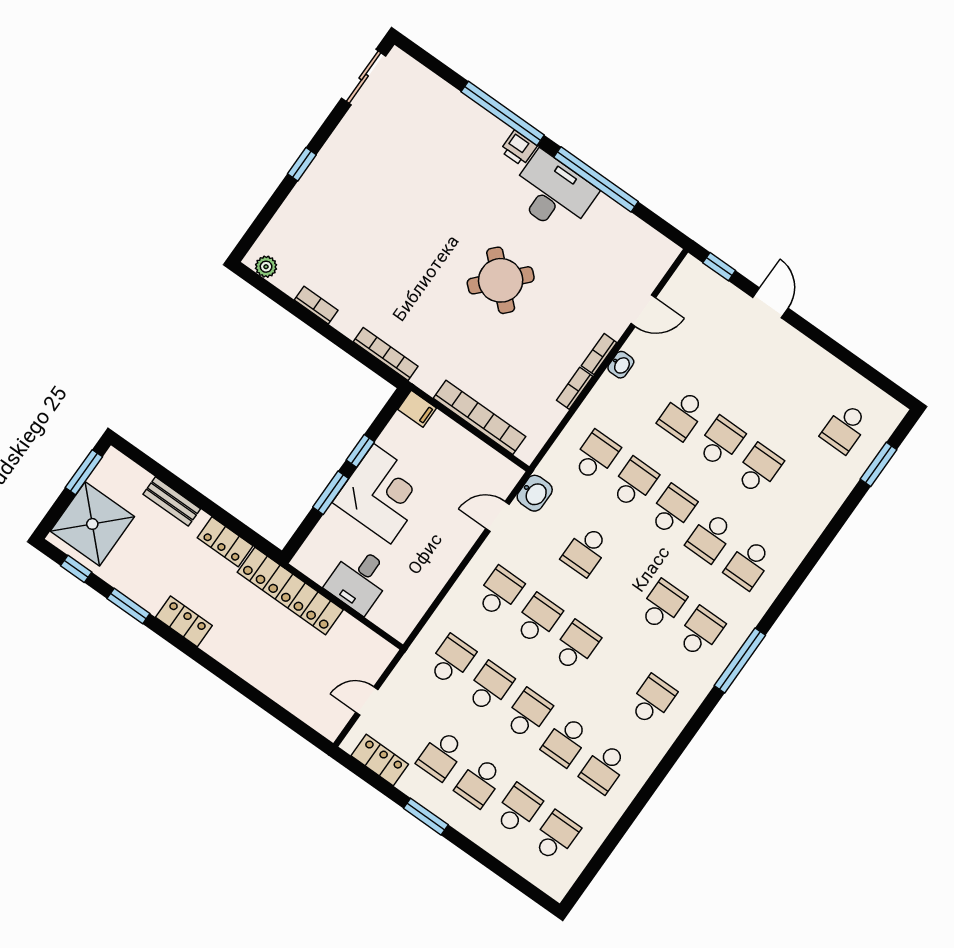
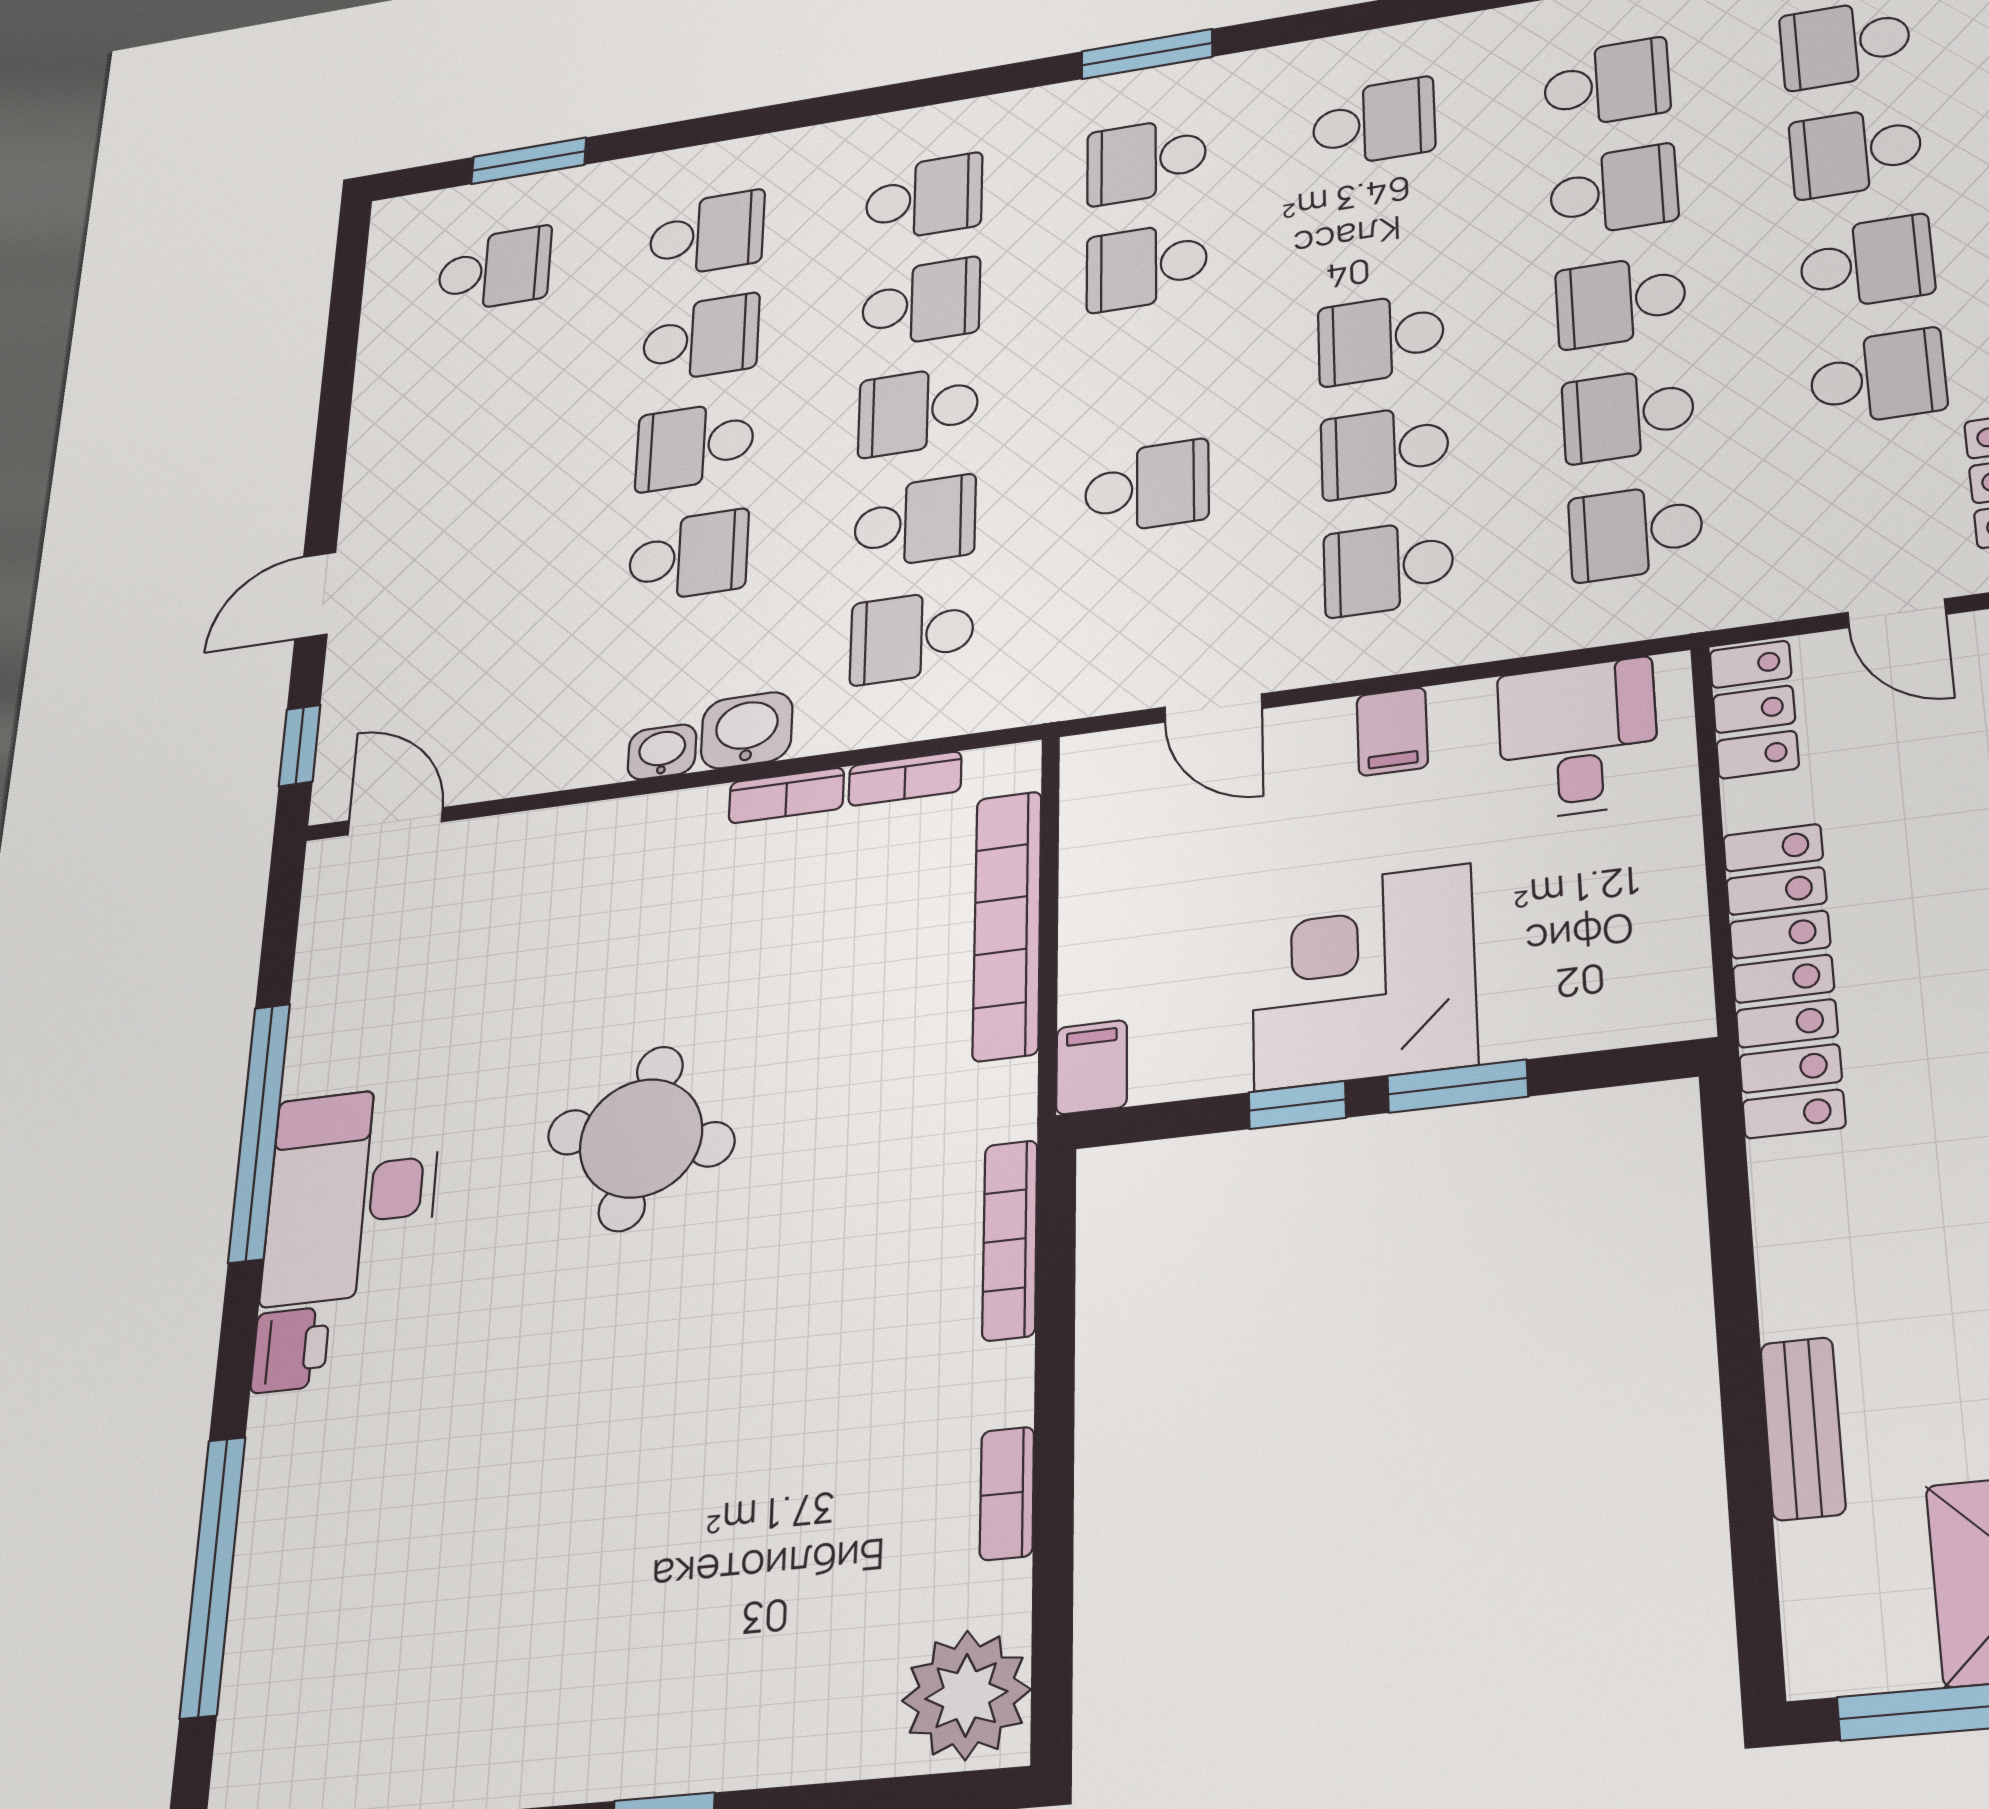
window: (503, 113) -> (213, 1576), moved
plant: (266, 267) -> (966, 1695), width x1.88, depth x1.88
round table: (501, 280) -> (641, 1138), turned -31
door: (643, 311) -> (395, 821), moved
bookcase: (599, 354) -> (905, 779), moved
school desk: (759, 469) -> (701, 338), turned 180
school desk: (634, 483) -> (915, 522), turned 180
washbasin: (535, 493) -> (747, 730), moved
school desk: (797, 496) -> (707, 234), added
locker: (225, 542) -> (1754, 709), moved
filing cabinet: (448, 555) -> (1392, 731), added
desk: (359, 580) -> (1578, 739), moved, turned -90
window: (740, 660) -> (1147, 54), width x0.69
school desk: (652, 700) -> (1374, 123), turned 180

